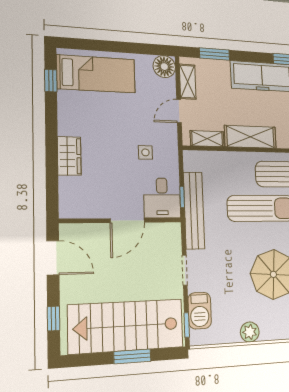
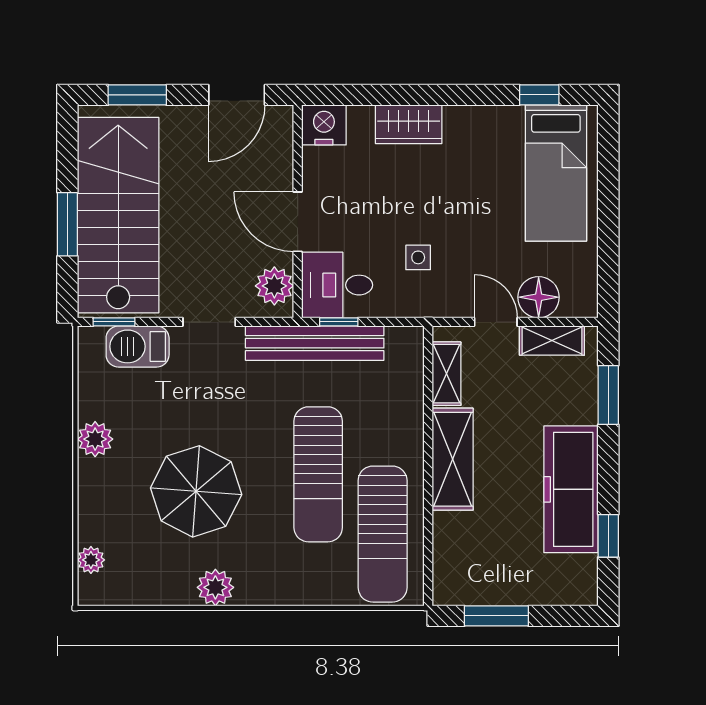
floor lamp: (164, 67) -> (539, 297), moved
nightstand: (70, 205) -> (324, 125), added
plant: (164, 233) -> (274, 286), added
window: (54, 319) -> (137, 95), width x1.50

